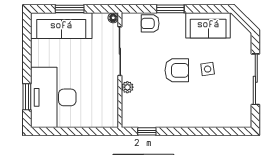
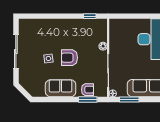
window: (70, 9) -> (129, 100), moved
window: (170, 9) -> (88, 100), moved
sofa: (208, 25) -> (61, 88), moved

